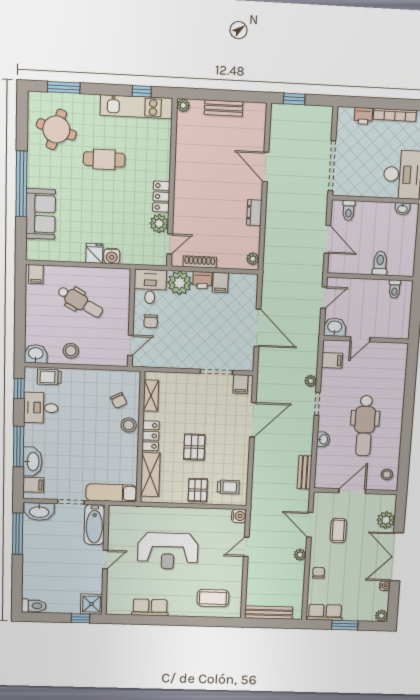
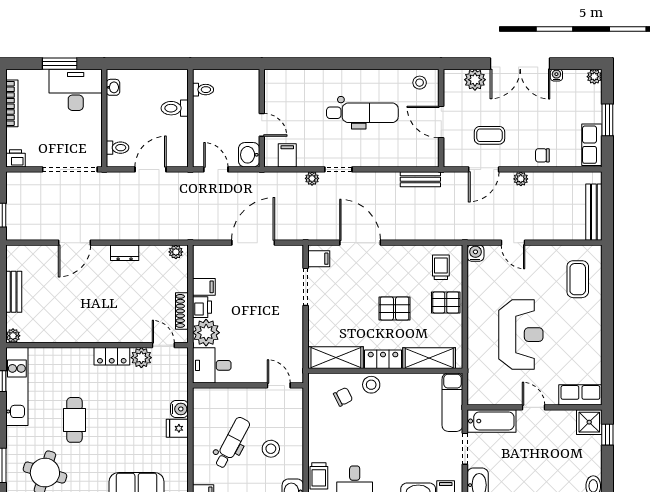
printer: (363, 116) -> (15, 158), moved, turned -90
chair: (151, 321) -> (251, 363), removed
stool: (71, 351) -> (271, 449), moved
shelving: (151, 396) -> (336, 358), width x1.50, depth x1.33
washbasin: (323, 439) -> (380, 160), removed
row of seats: (150, 608) -> (580, 395), moved, turned 90

